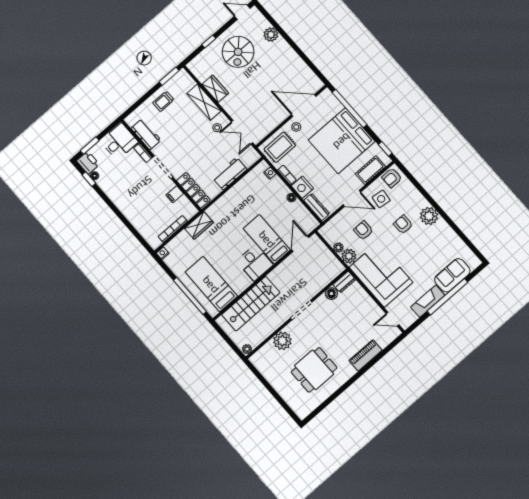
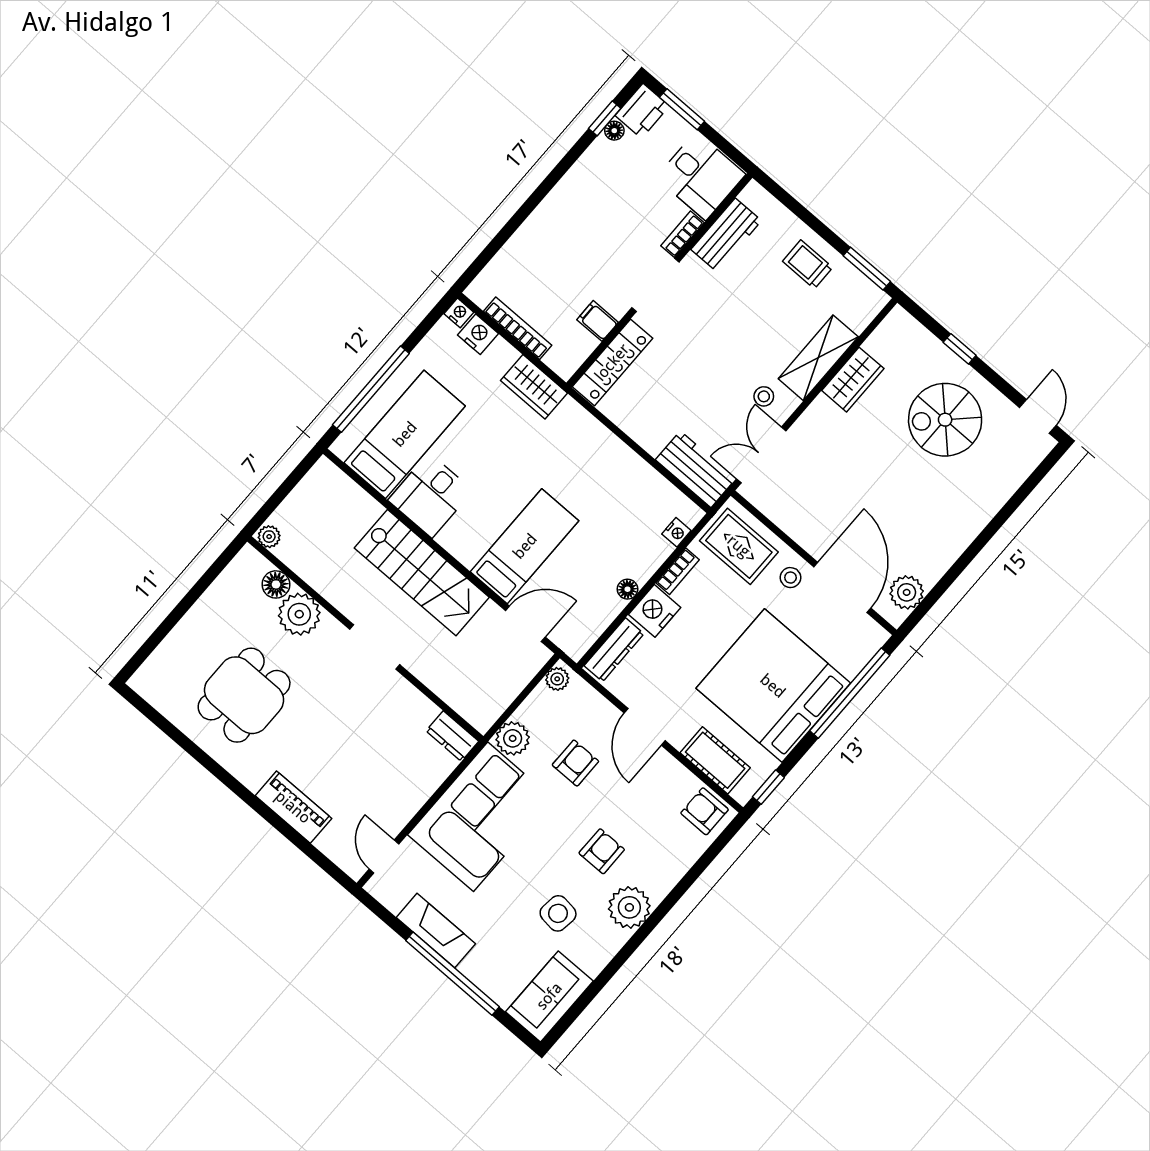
plant: (271, 35) -> (907, 592), moved
workbench: (230, 174) -> (696, 469), moved
side table: (381, 199) -> (558, 913), moved
nightstand: (173, 246) -> (478, 334), added
plant: (338, 247) -> (557, 679), moved
desk: (255, 263) -> (431, 495), moved
sofa: (452, 275) -> (549, 996), moved, turned -90
floor lamp: (331, 294) -> (276, 584), moved
stairs: (251, 304) -> (422, 573), moved
dining table: (314, 370) -> (244, 695), turned 90

